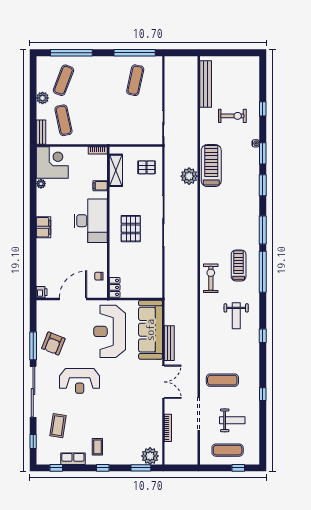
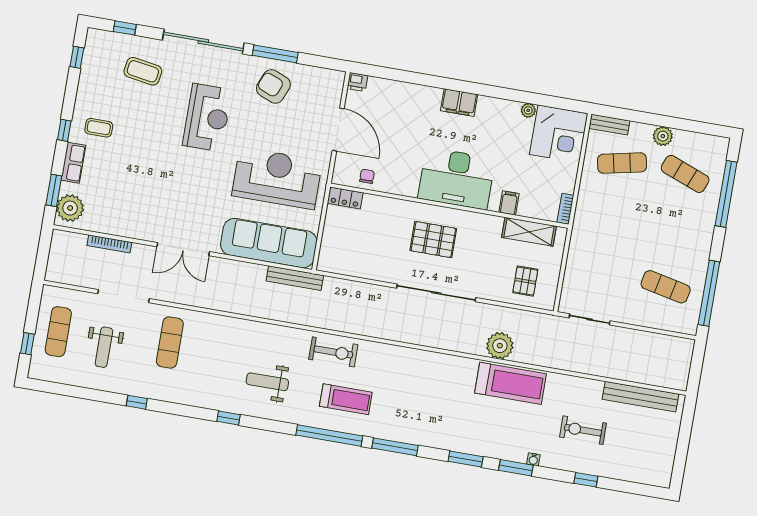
exercise bike: (232, 116) -> (583, 430), turned 90
bench: (169, 343) -> (295, 278), moved
reception desk: (80, 381) -> (207, 118), turned 180
row of seats: (73, 459) -> (73, 163), moved

